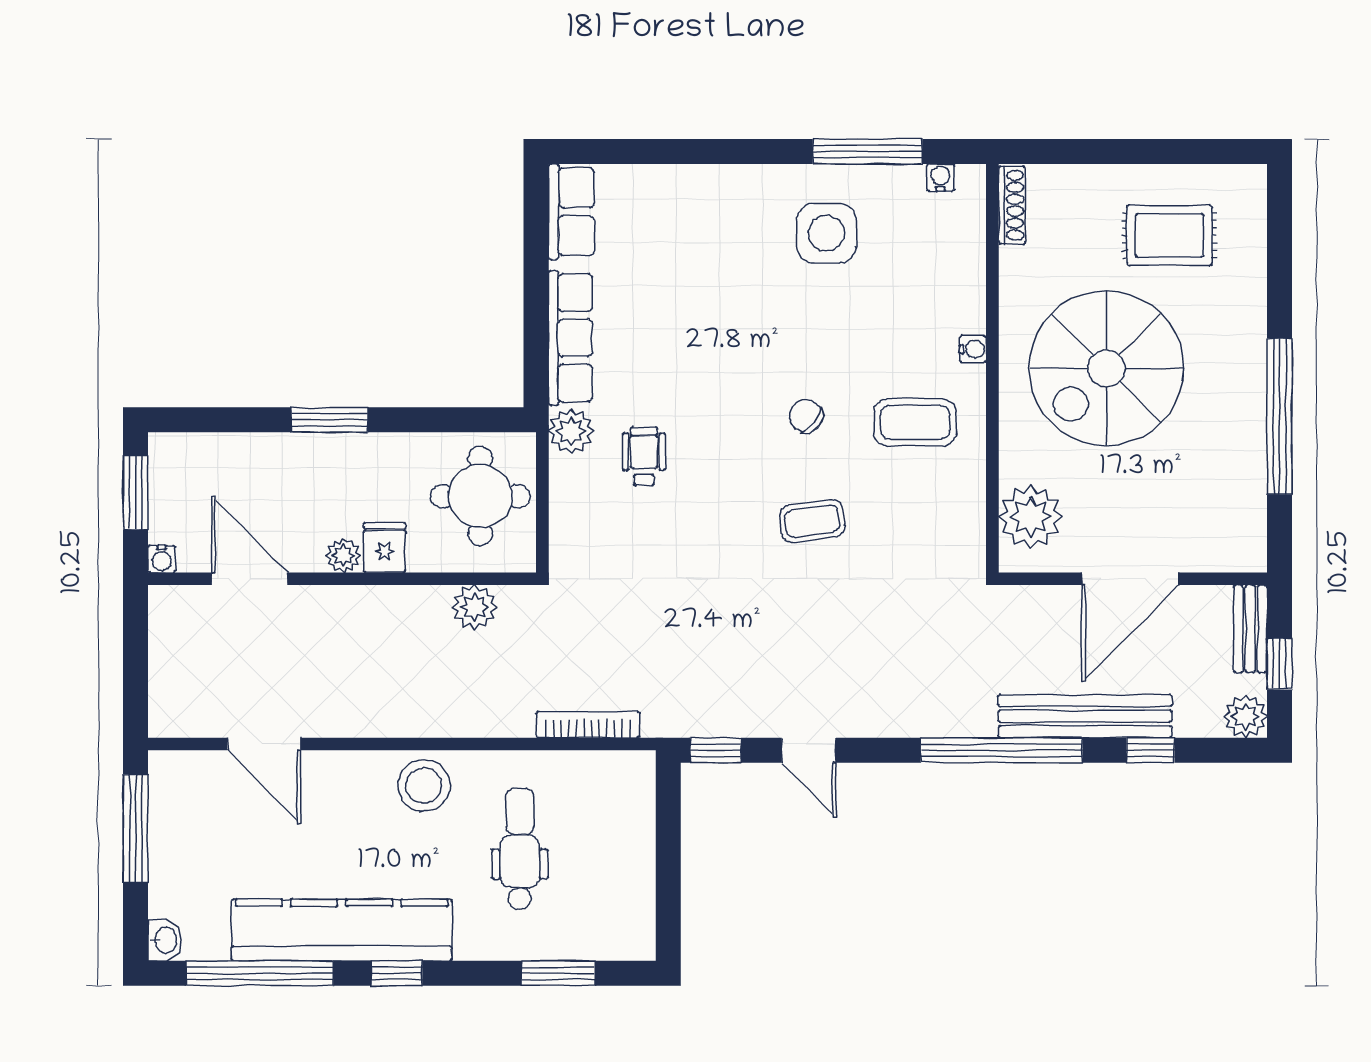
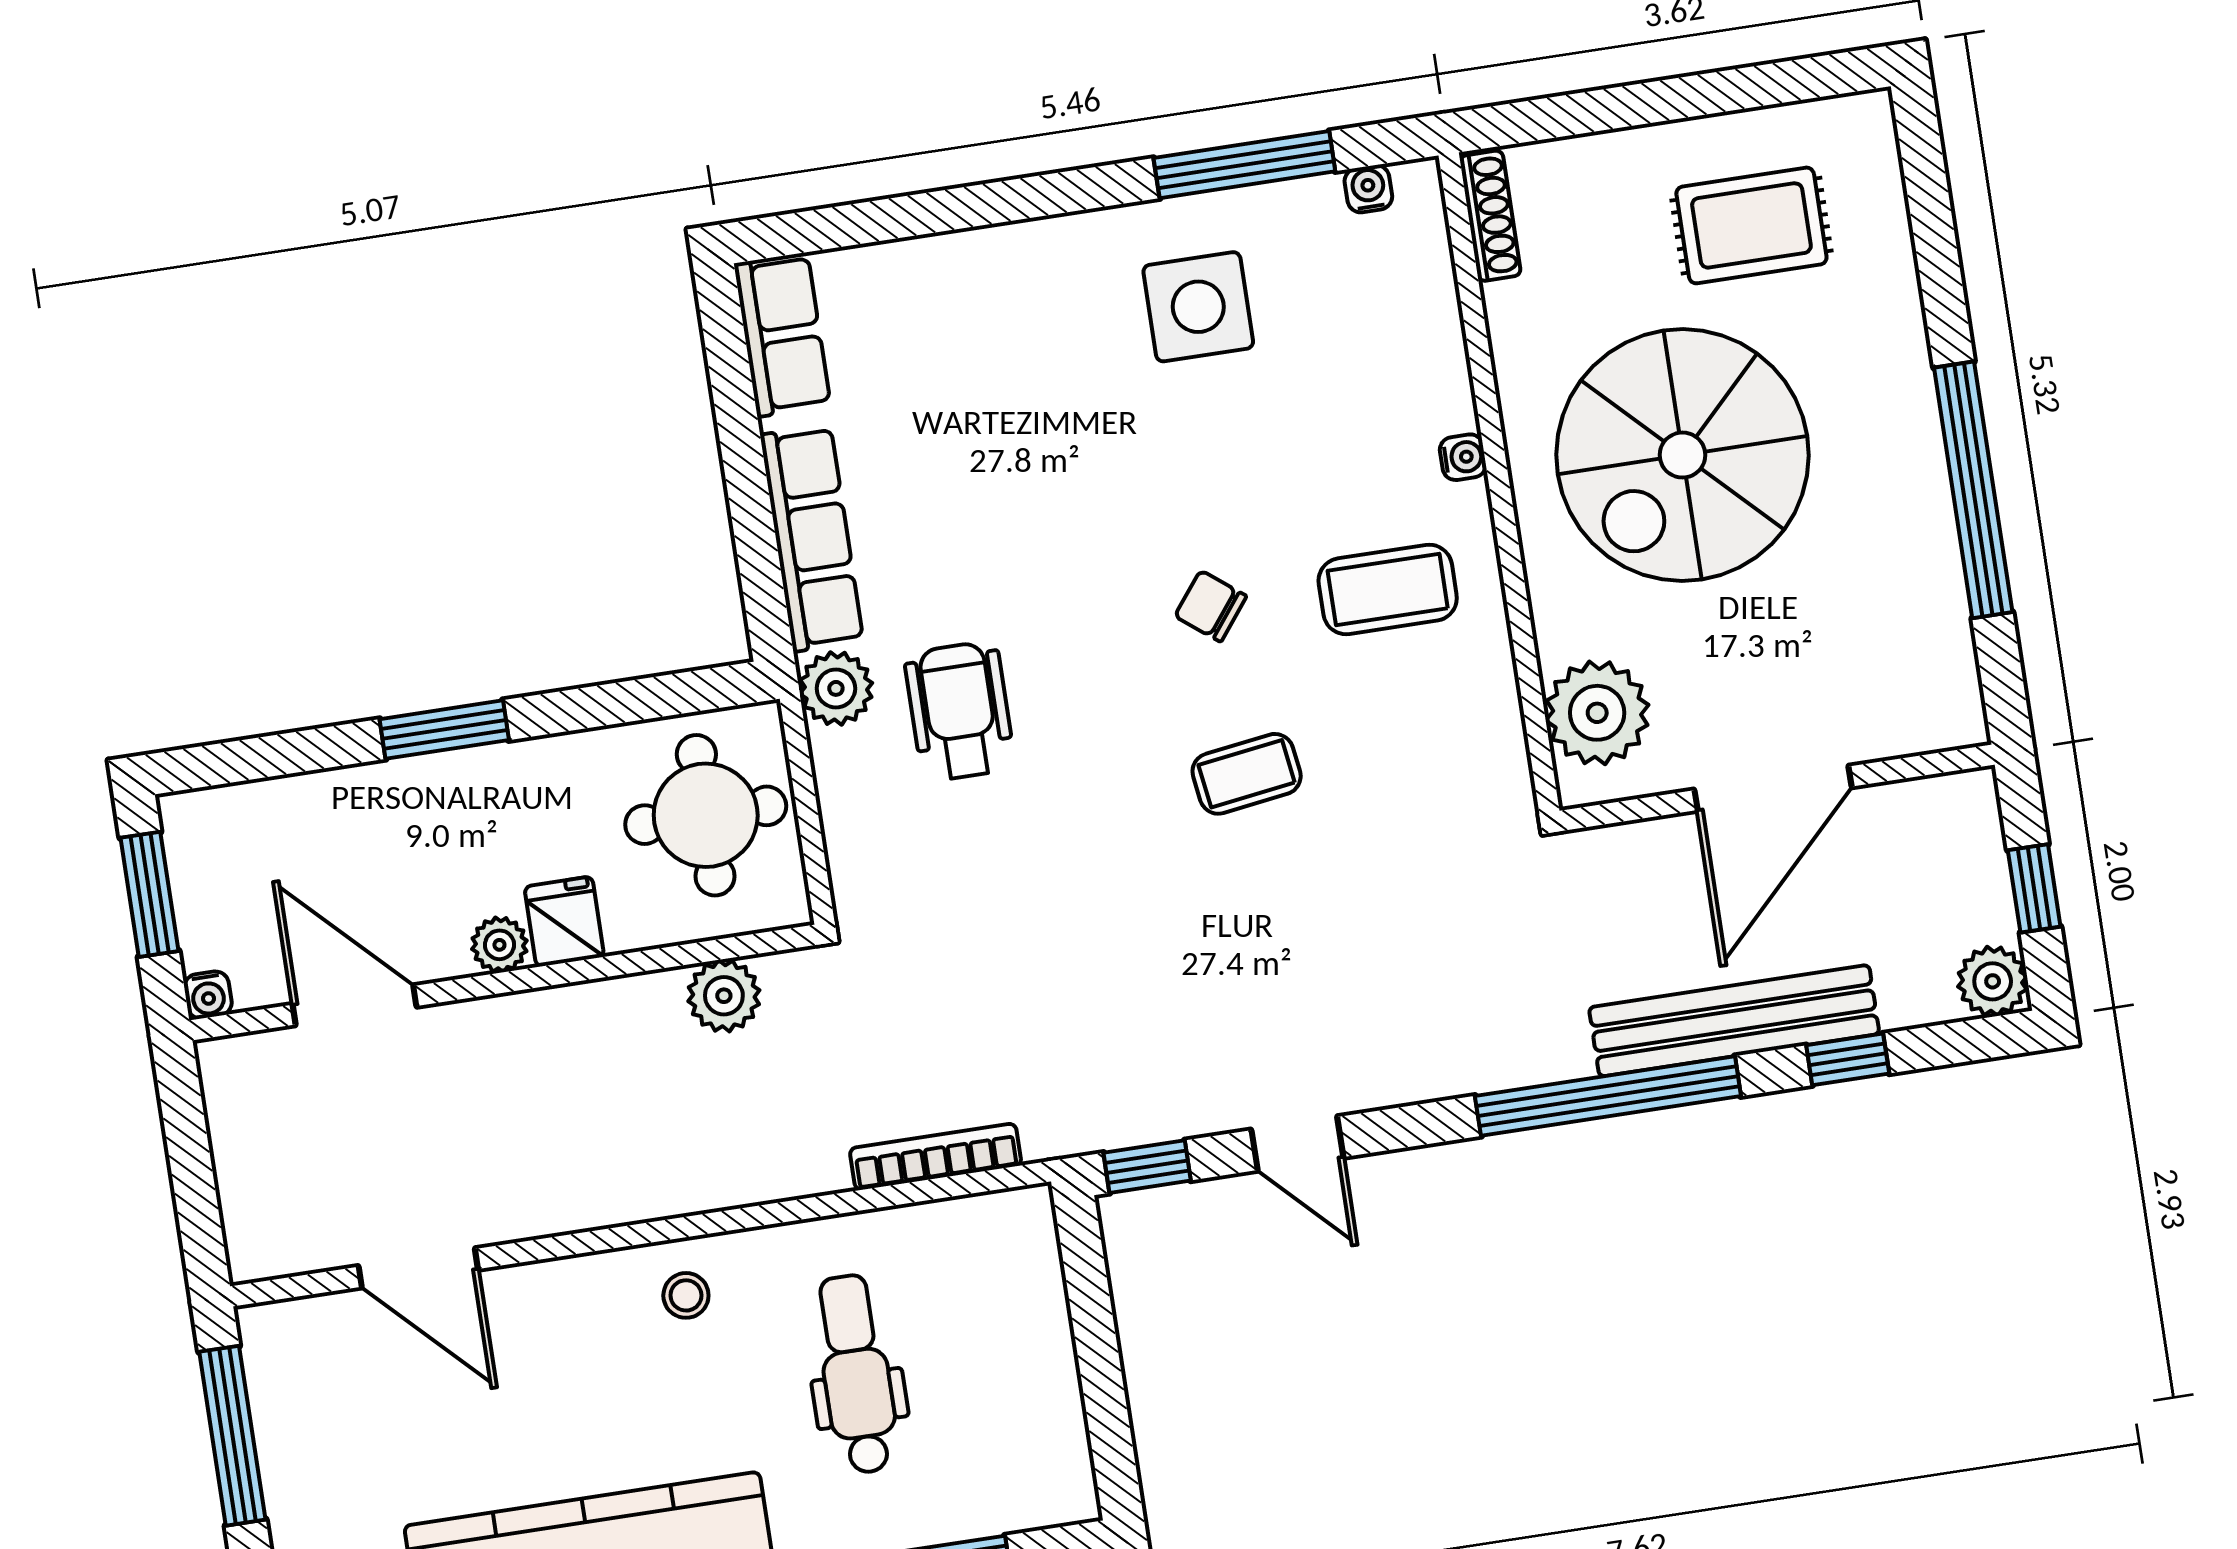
wheelchair: (644, 456) -> (960, 711), width x1.36, depth x1.37
bench: (1250, 629) -> (1979, 839), removed
stool: (424, 786) -> (686, 1295), width x0.53, depth x0.53

